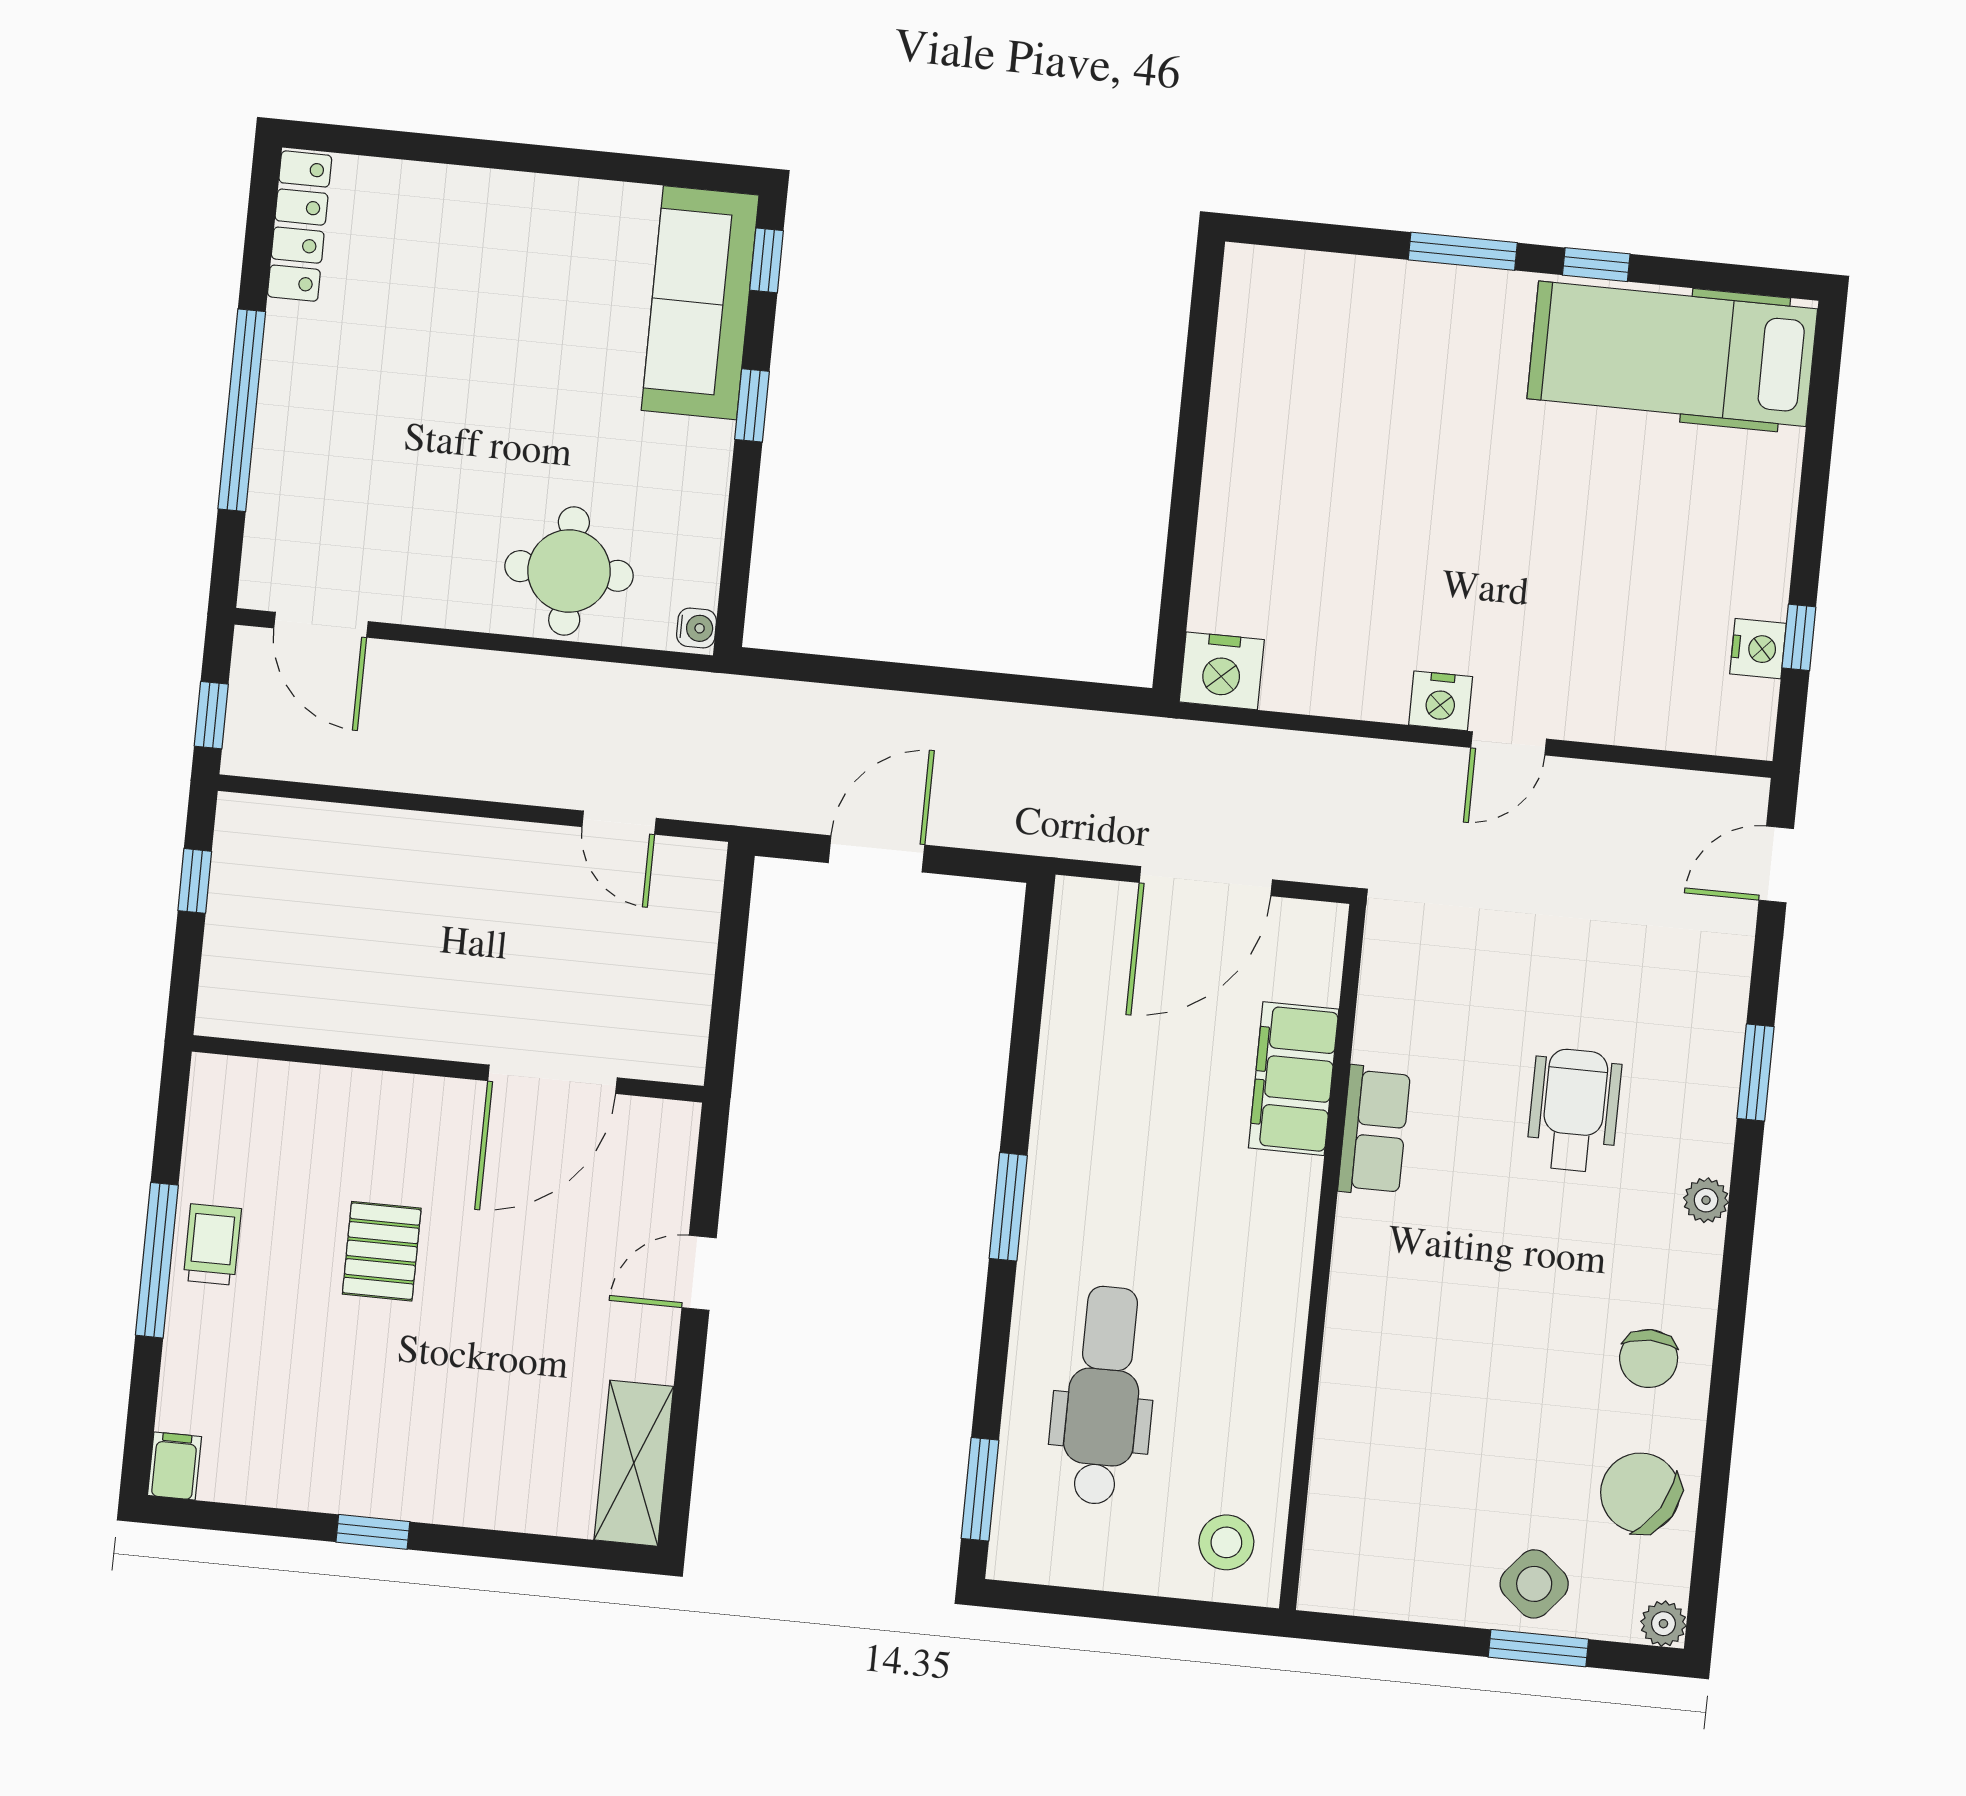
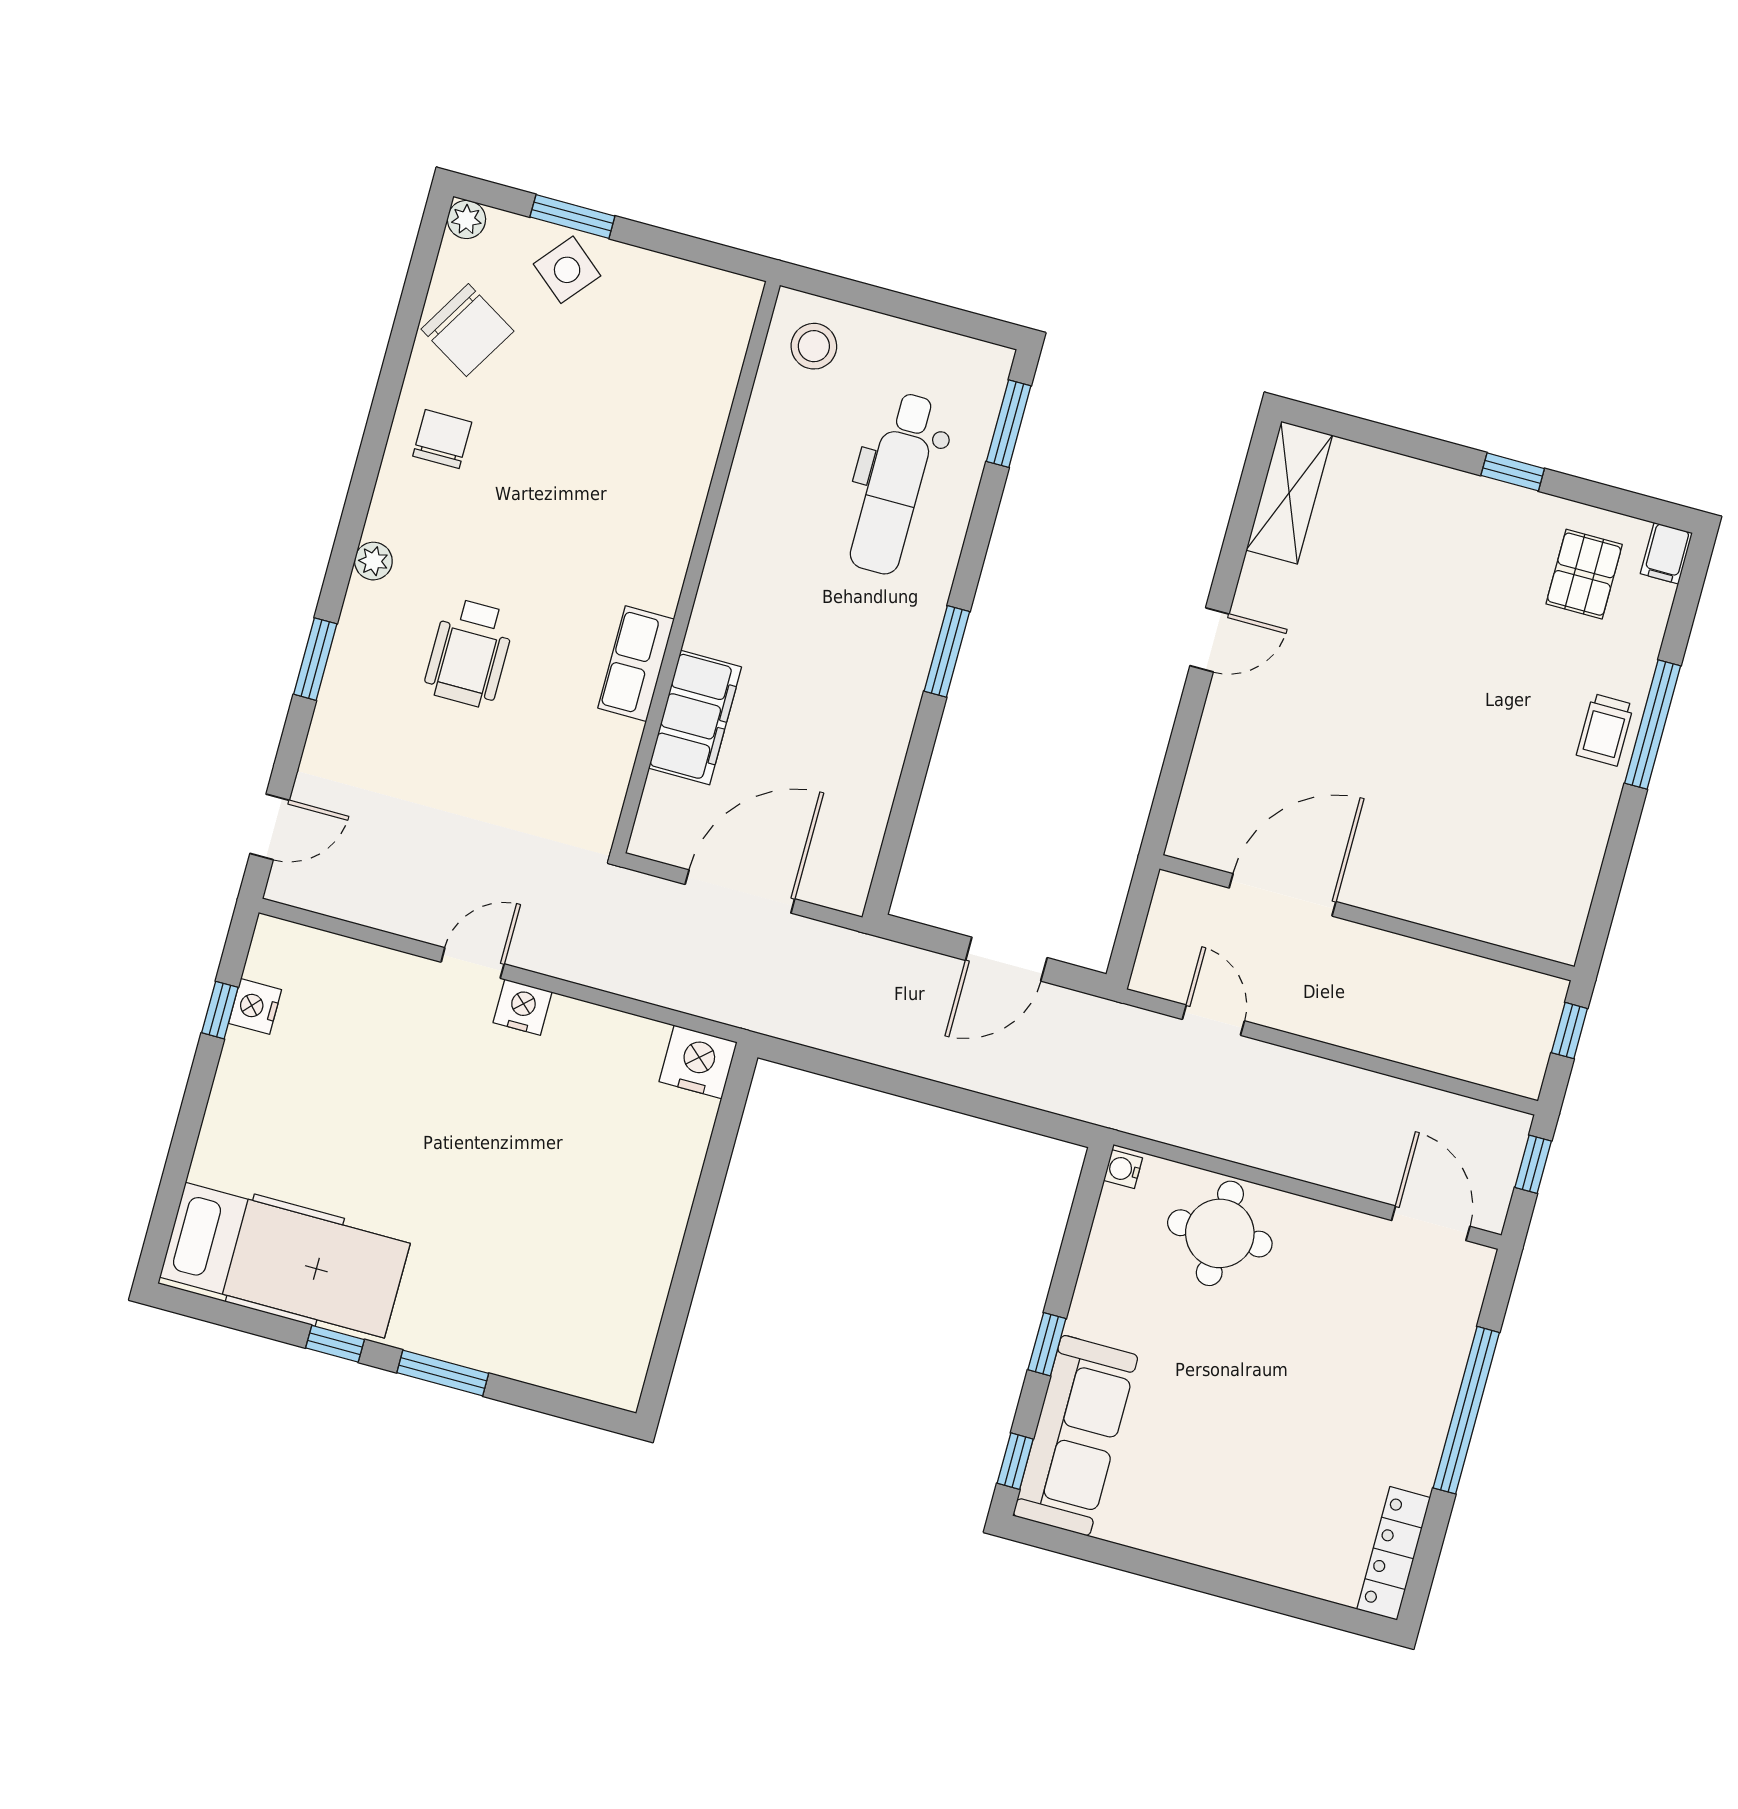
wall: (448, 1069) -> (1367, 918), moved
door: (552, 1079) -> (1283, 895), moved
pallet: (382, 1251) -> (1584, 574), moved

